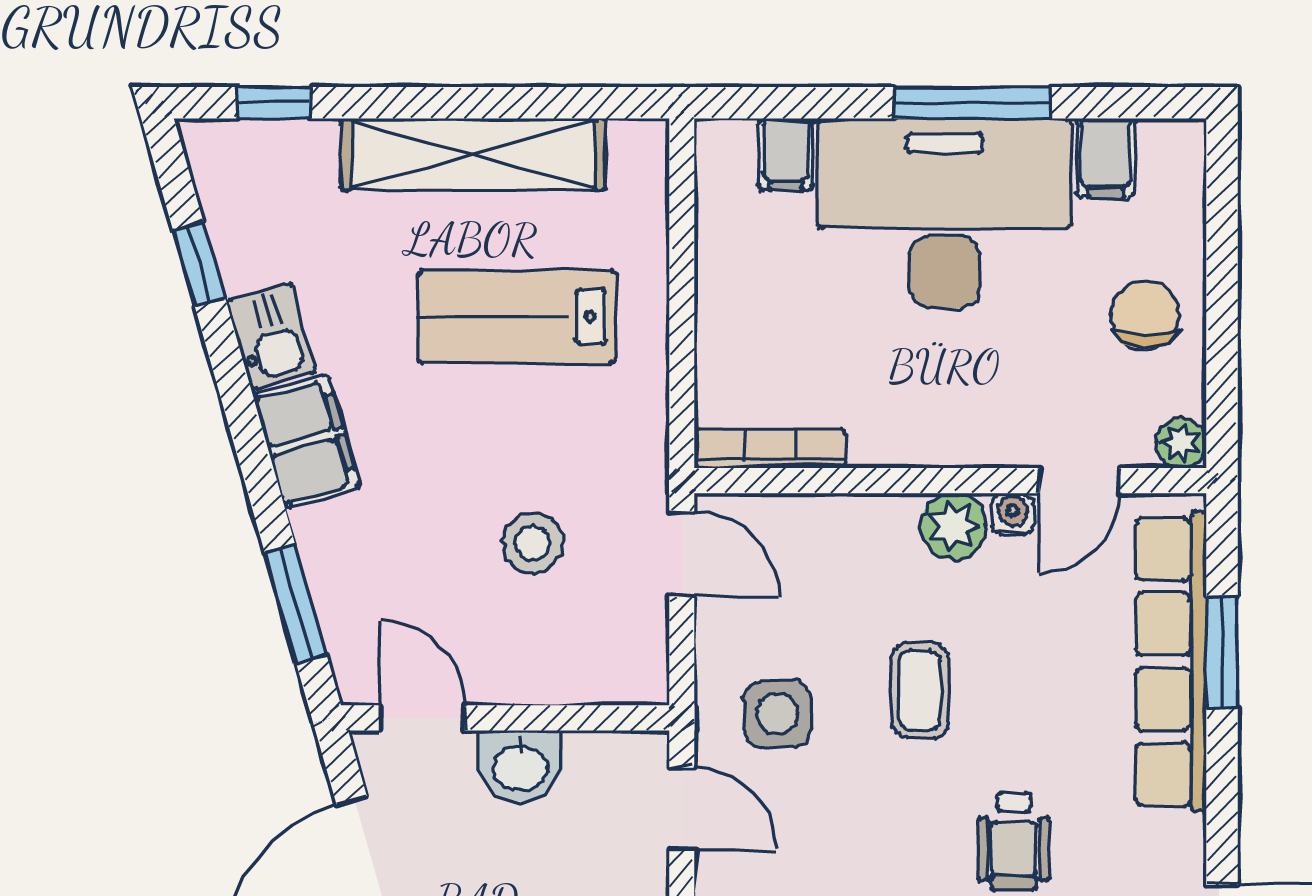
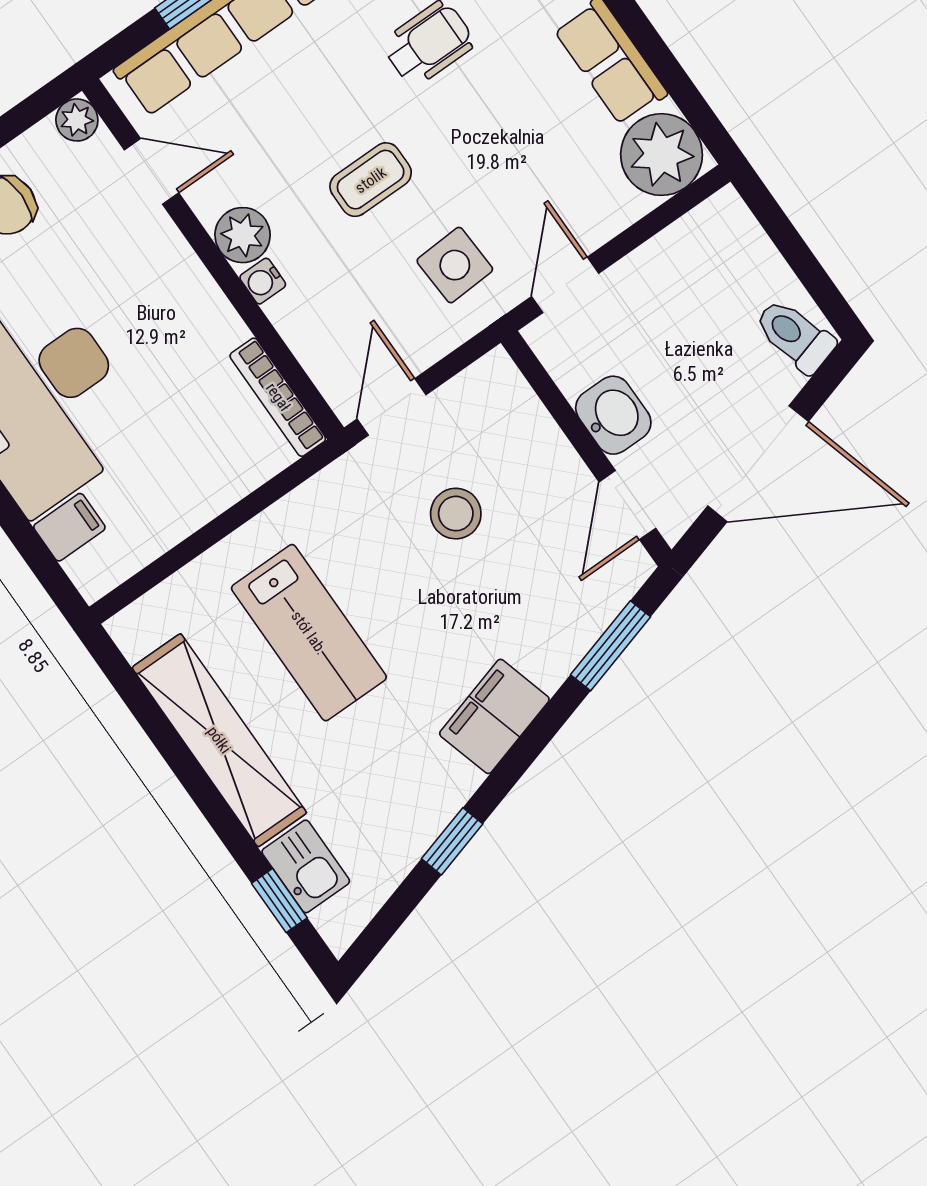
window: (199, 264) -> (452, 841), moved
kitchen sink: (271, 336) -> (306, 866), moved, turned 106
water cooler: (1013, 514) -> (263, 281), moved

